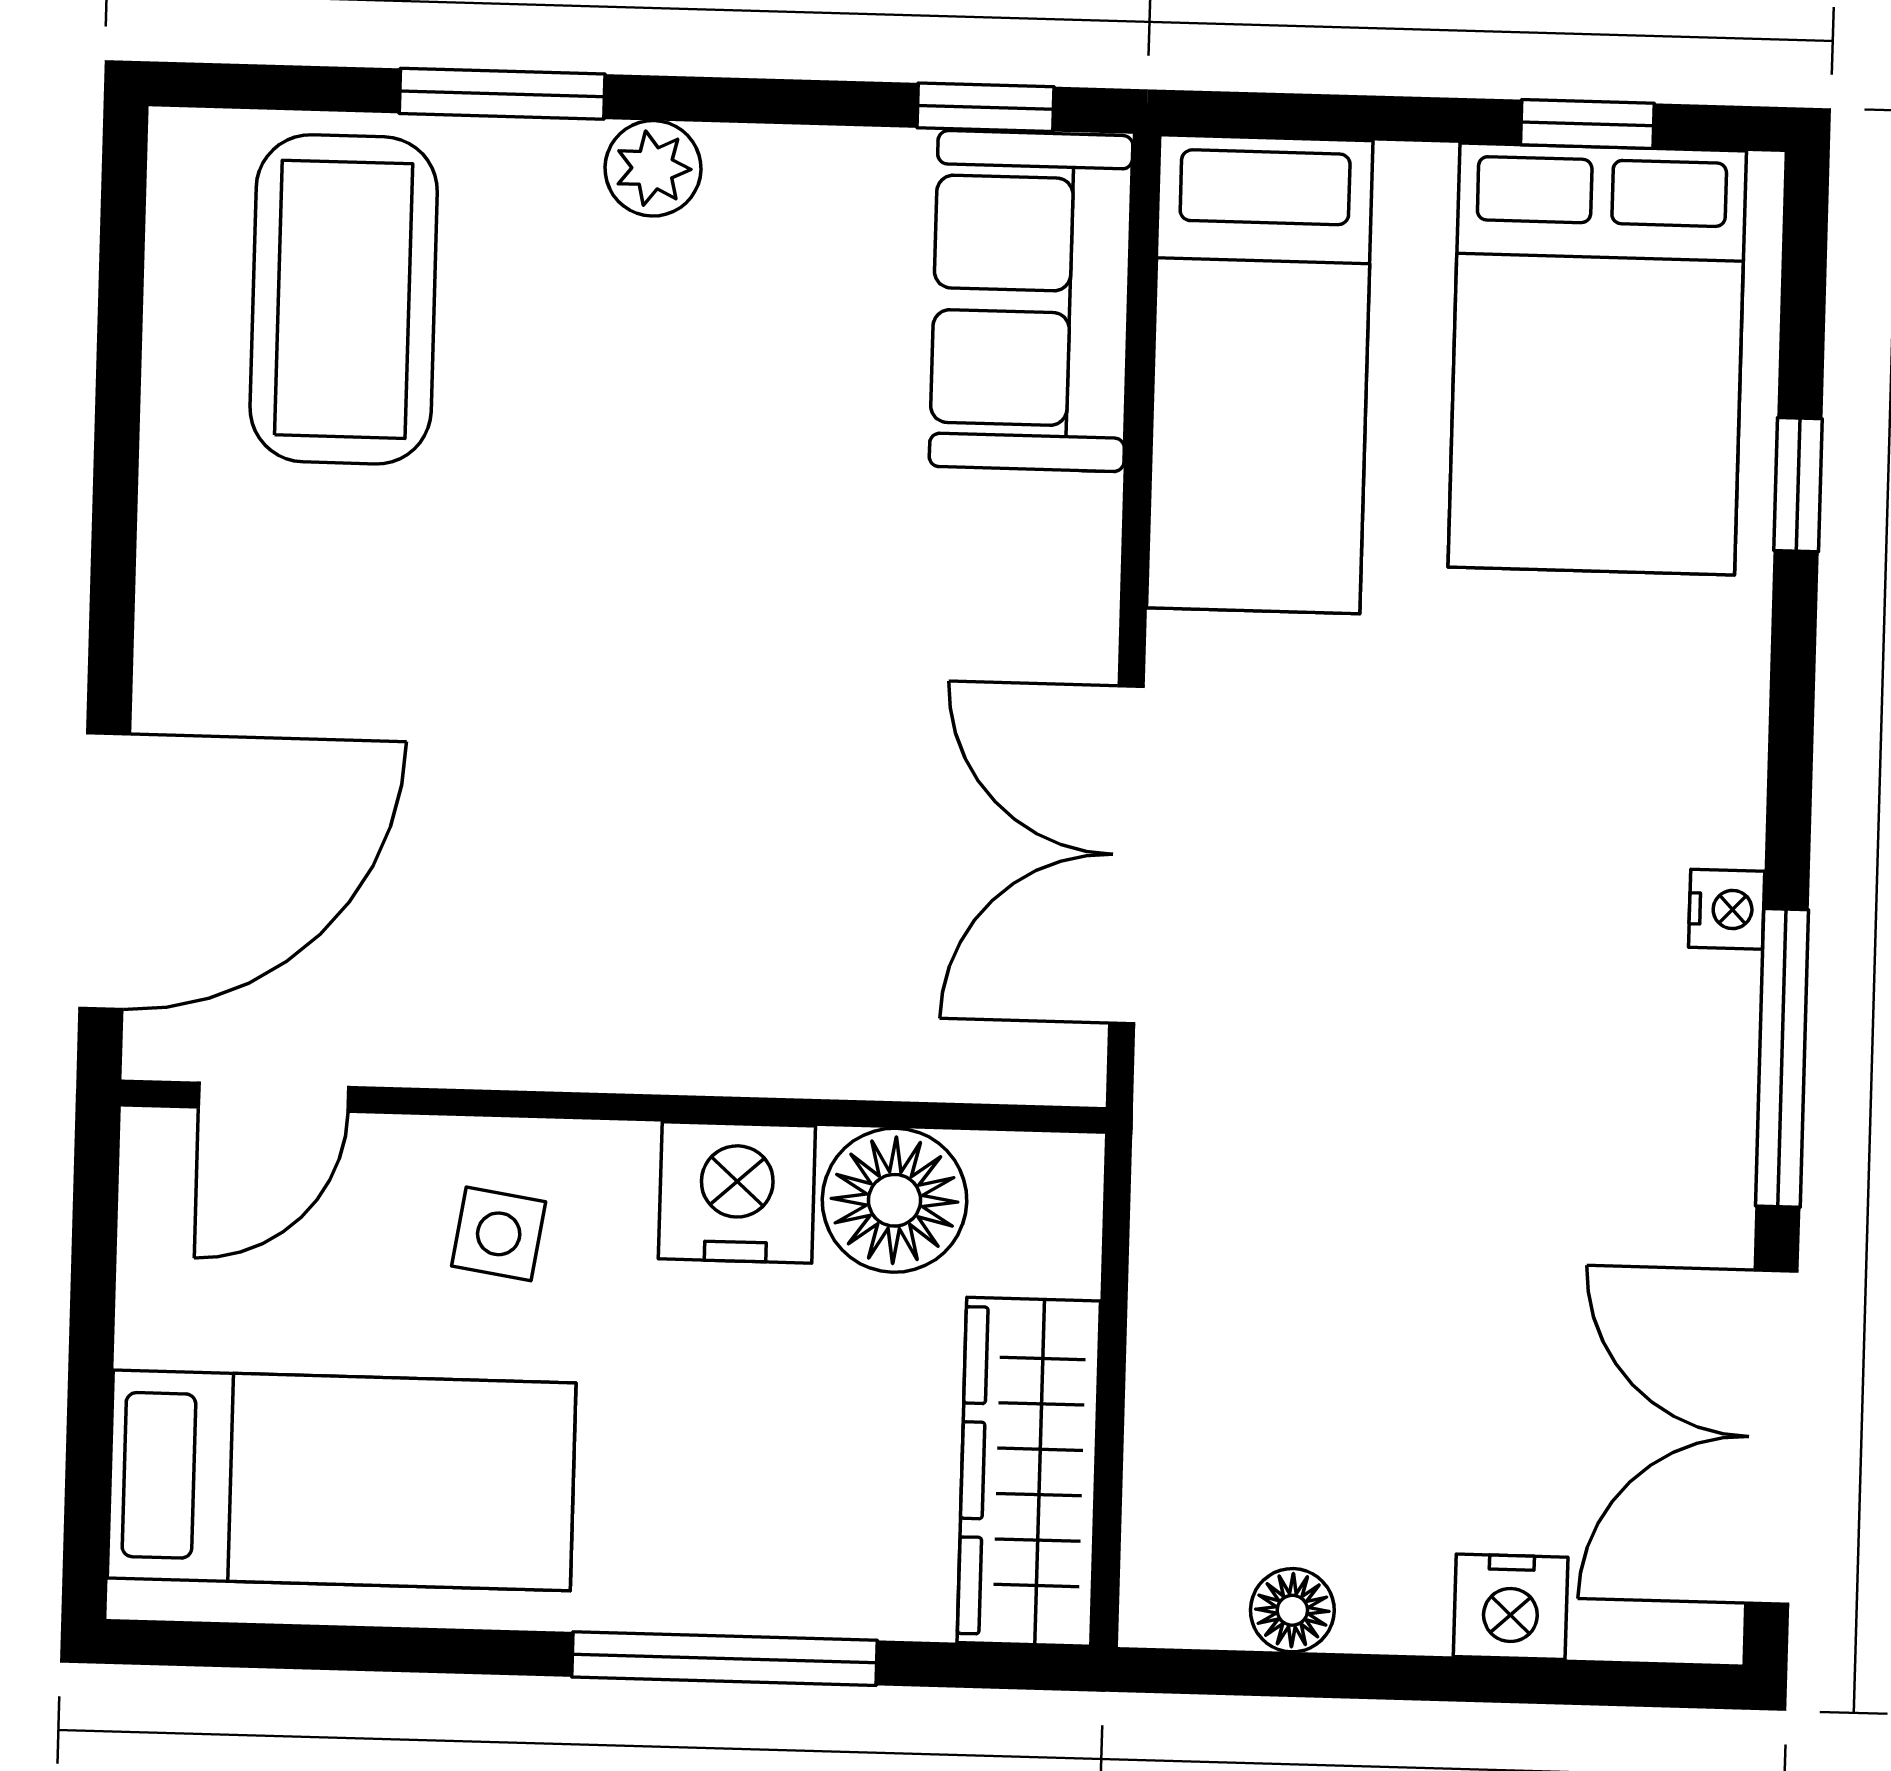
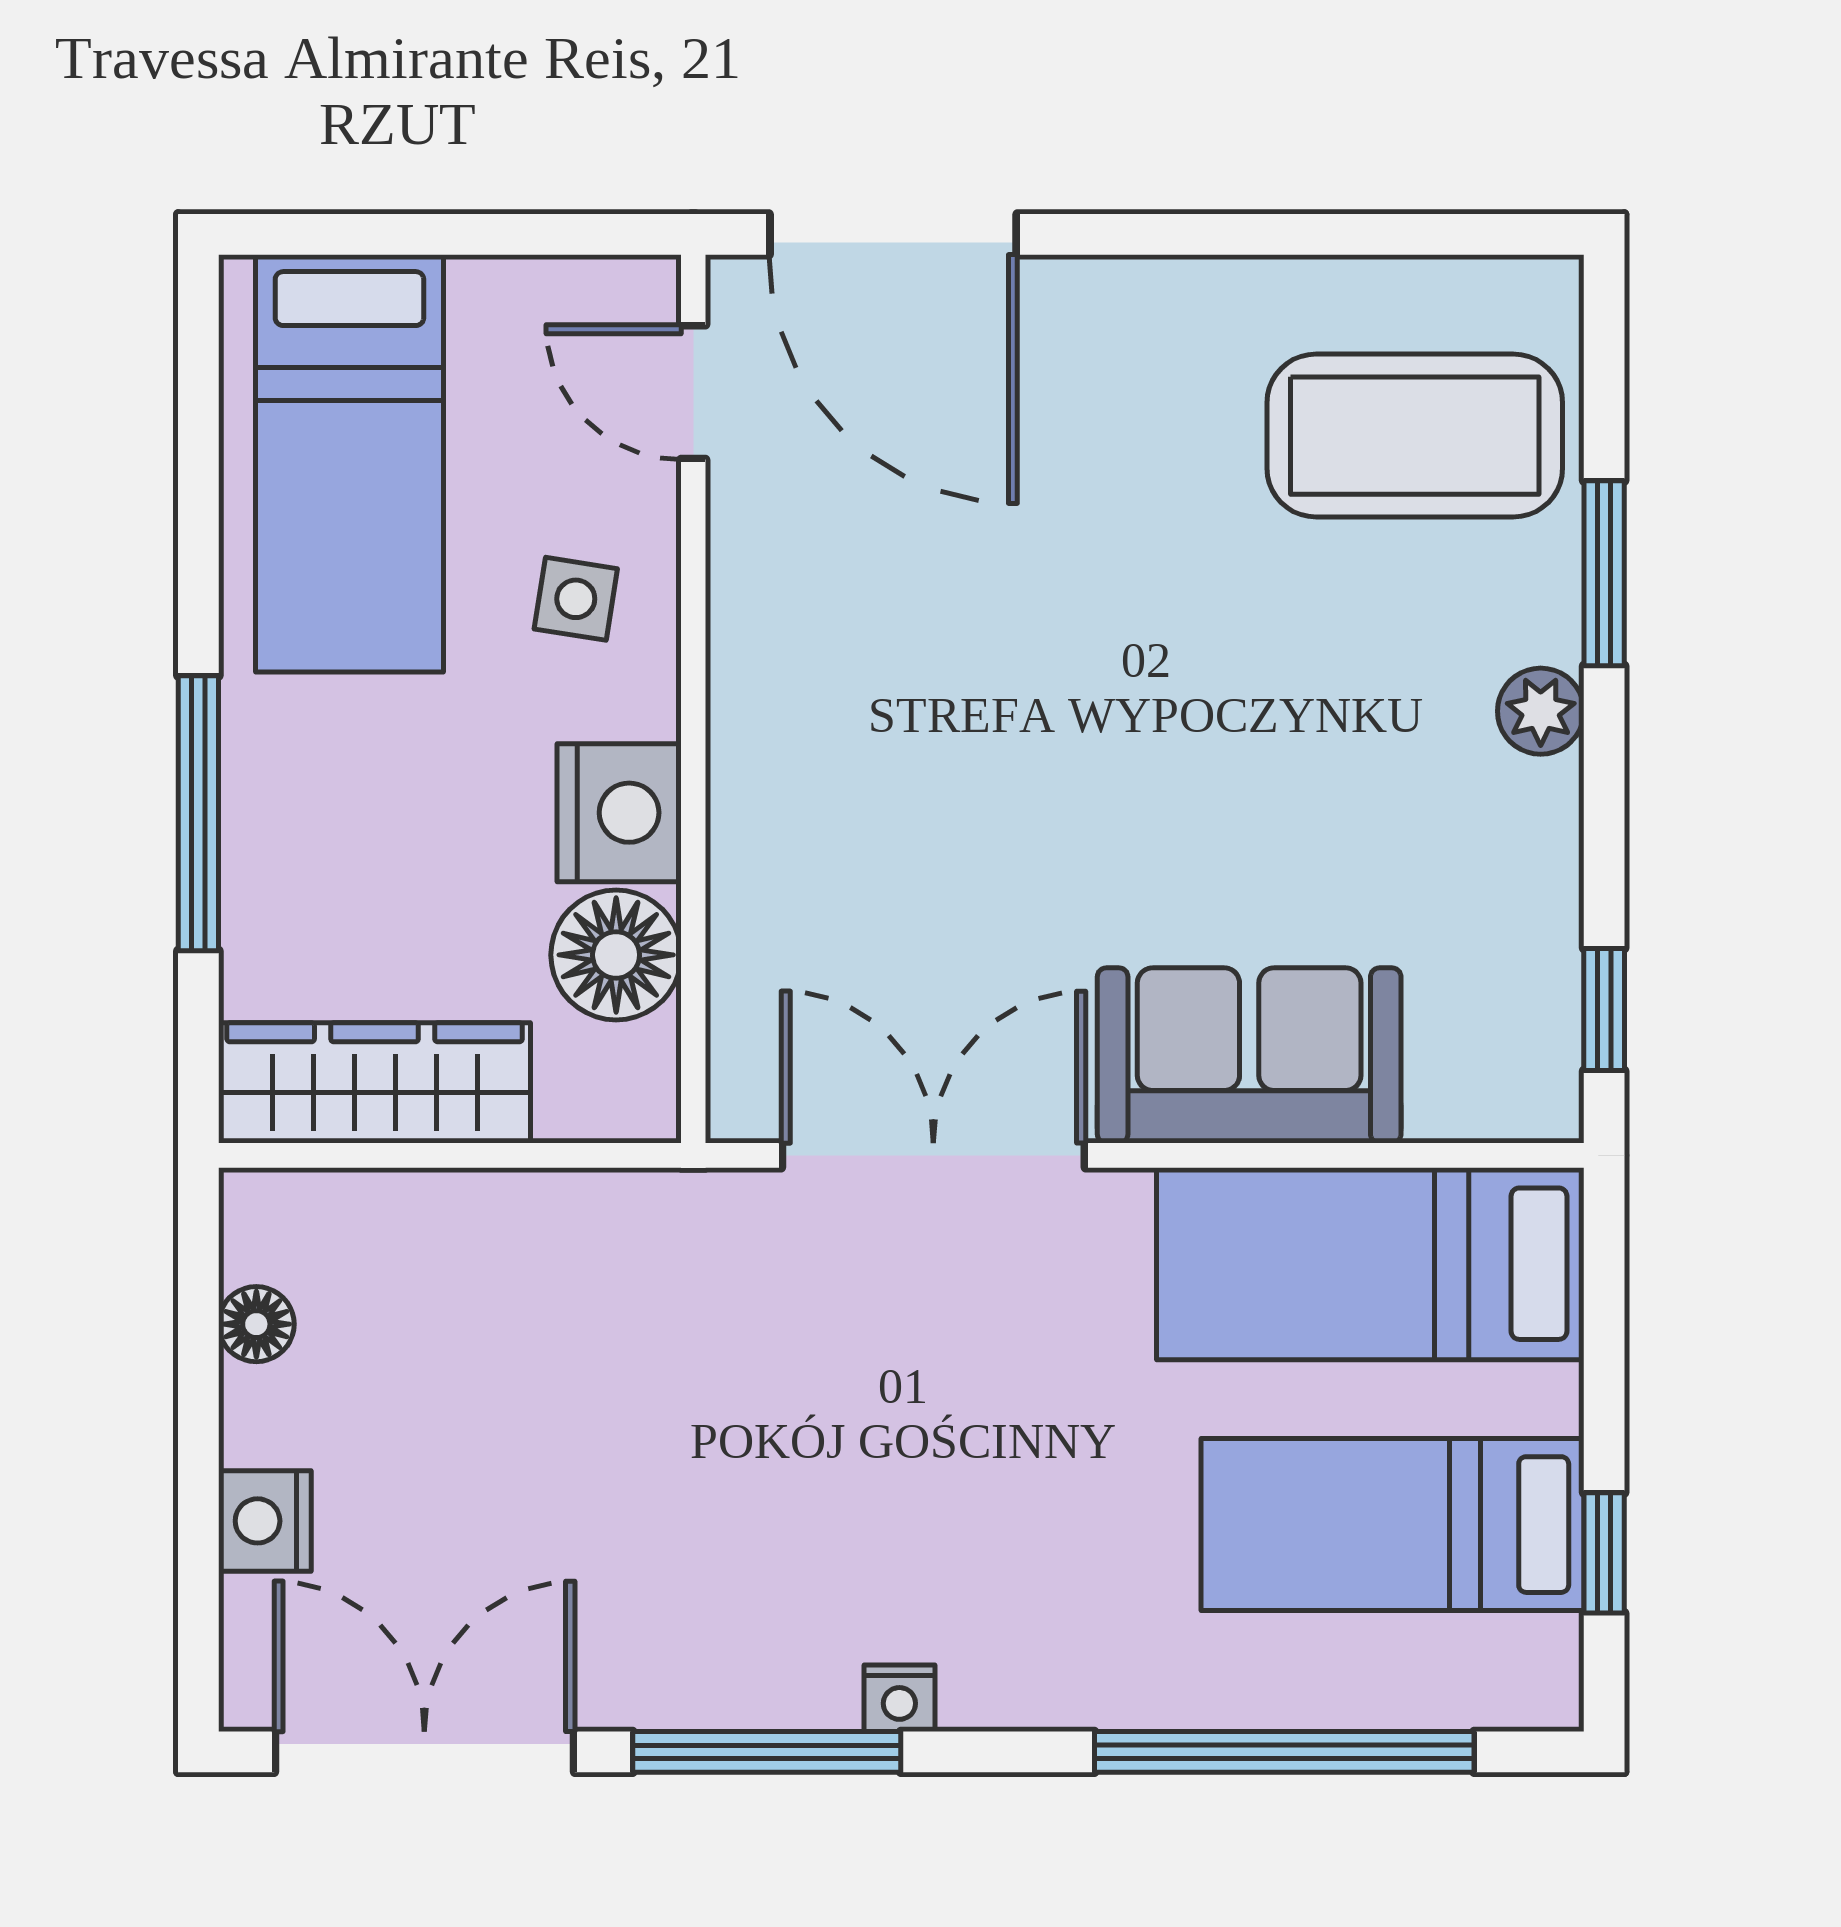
sofa: (1031, 301) -> (1249, 1055), moved
bed: (1597, 359) -> (1392, 1525), width x0.67
window: (1798, 485) -> (1284, 1752), width x3.17

